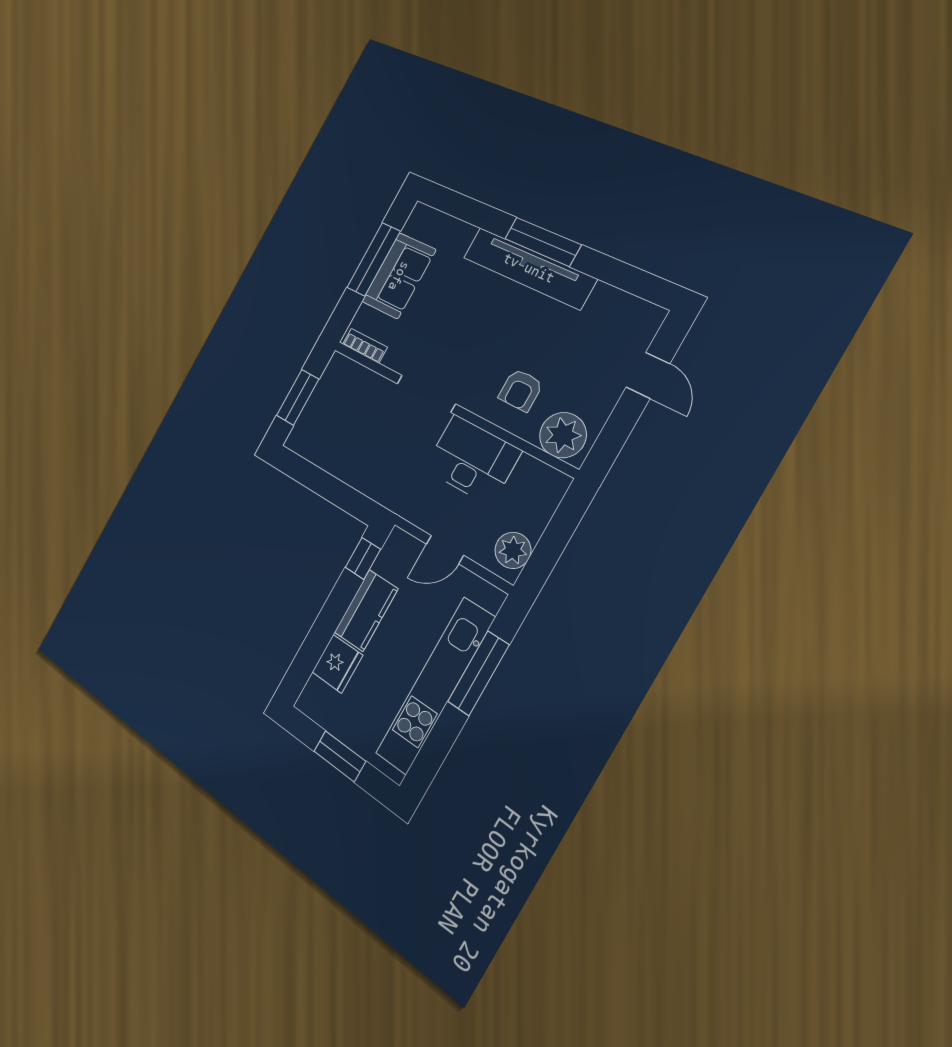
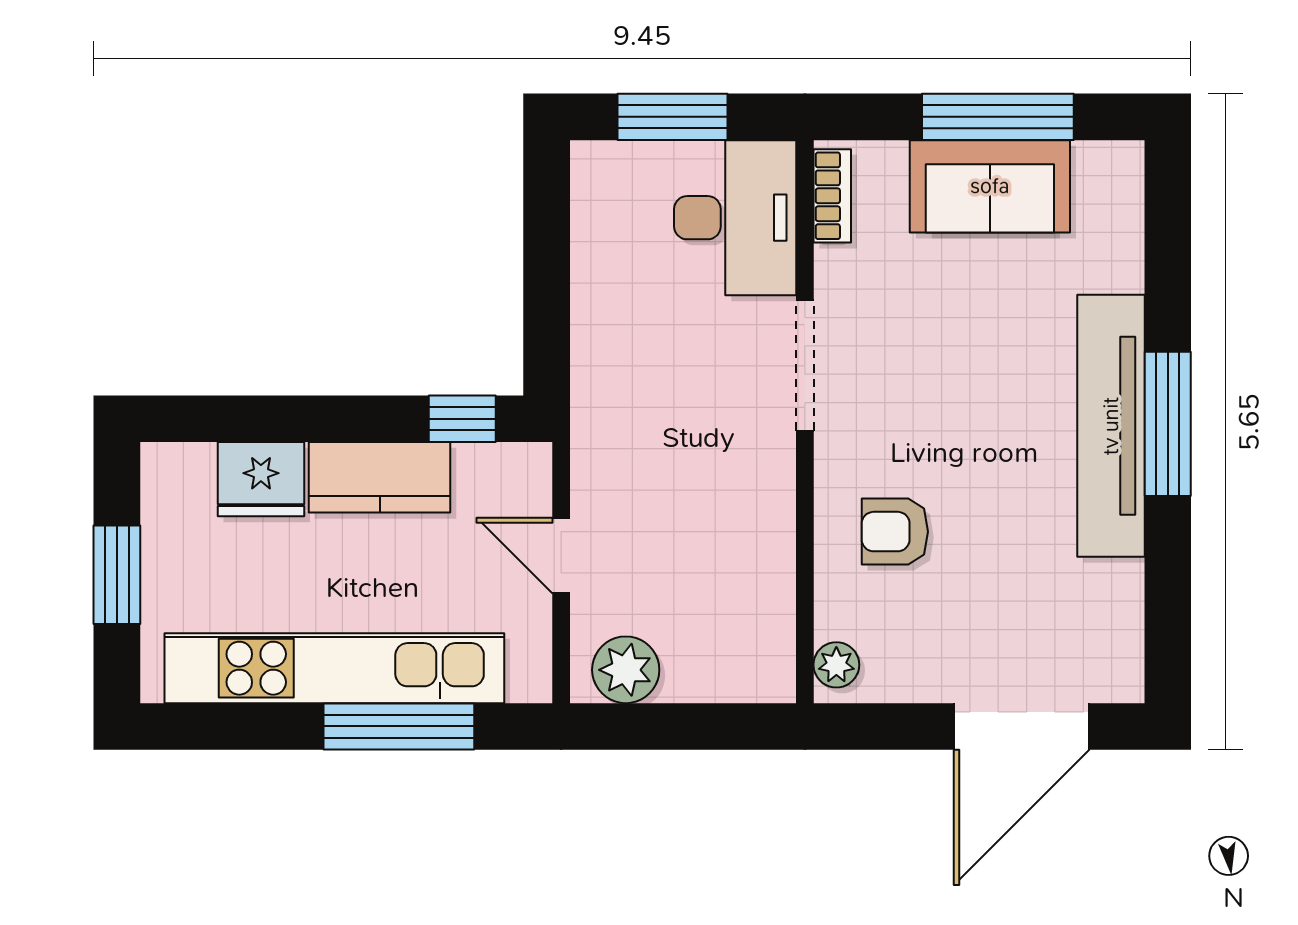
door: (648, 375) -> (1022, 726), width x1.88
plant: (563, 435) -> (836, 665), width x0.53, depth x0.53
desk: (472, 460) -> (735, 218), moved

